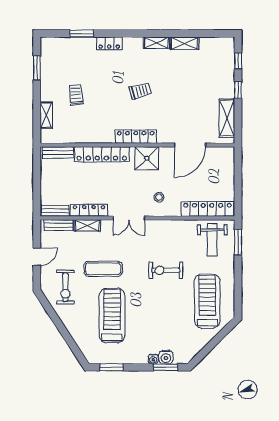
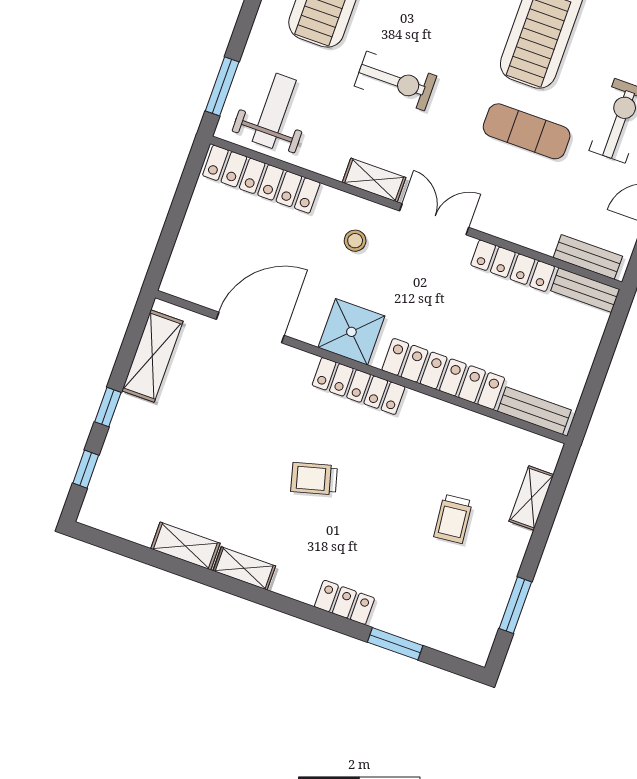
shelving: (87, 225) -> (374, 180), moved

